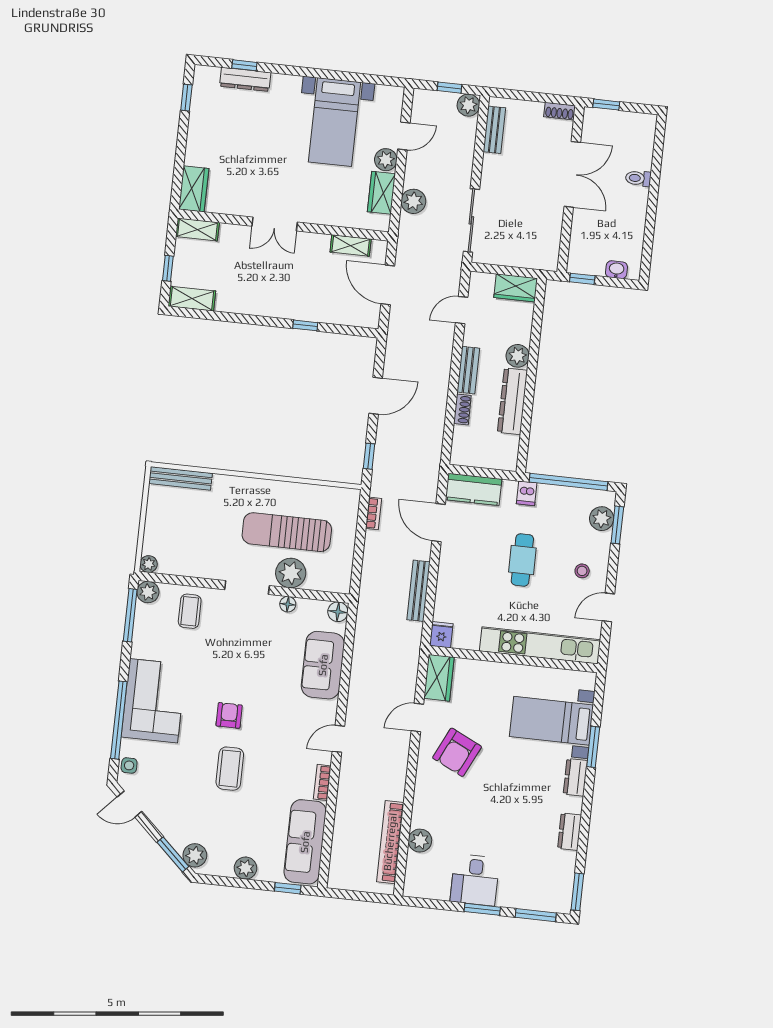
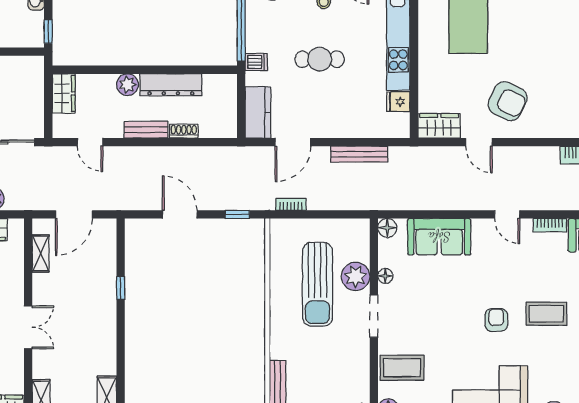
coffee table: (190, 611) -> (402, 368), width x1.36, depth x1.30
fridge: (441, 635) -> (398, 102), moved
armchair: (229, 715) -> (496, 320), turned 89

